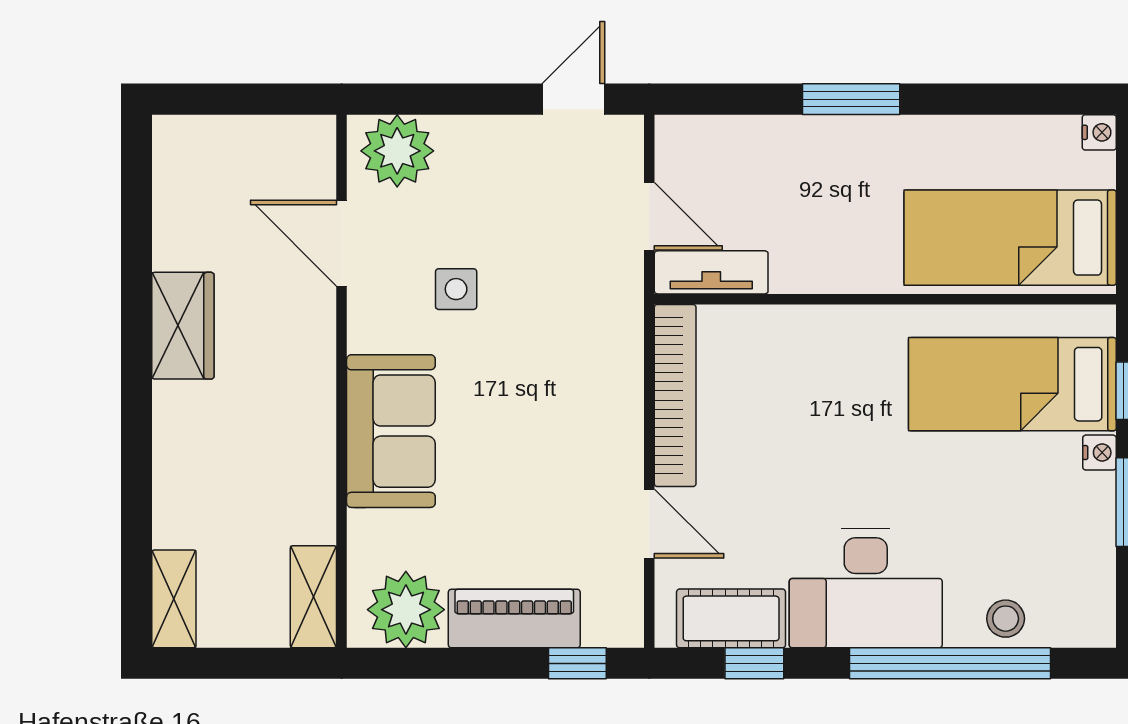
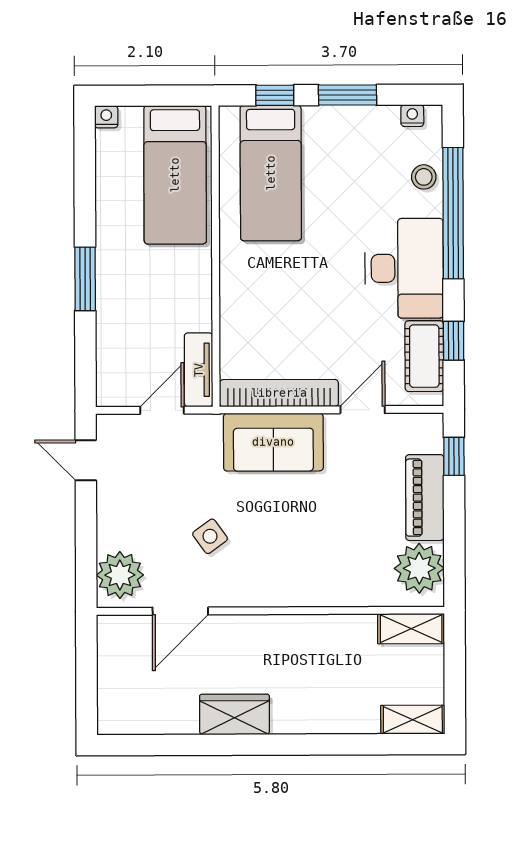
side table: (456, 289) -> (210, 536), turned -36
sofa: (391, 431) -> (273, 442), moved, turned 180
nightstand: (1099, 453) -> (412, 116), moved

